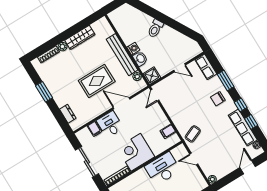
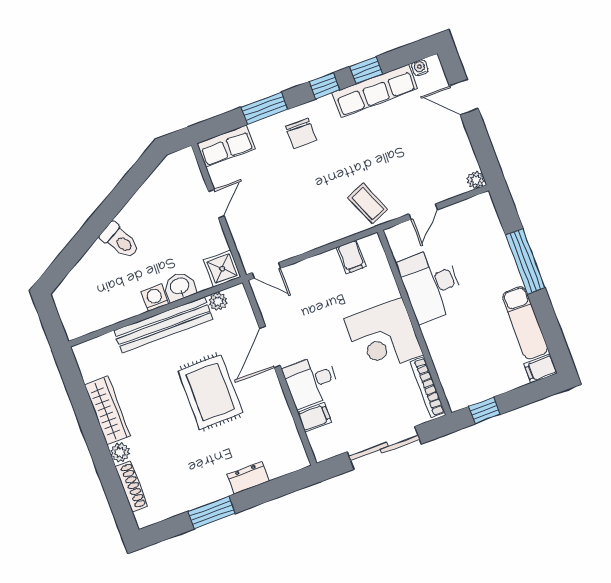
dresser: (68, 114) -> (248, 478), moved

